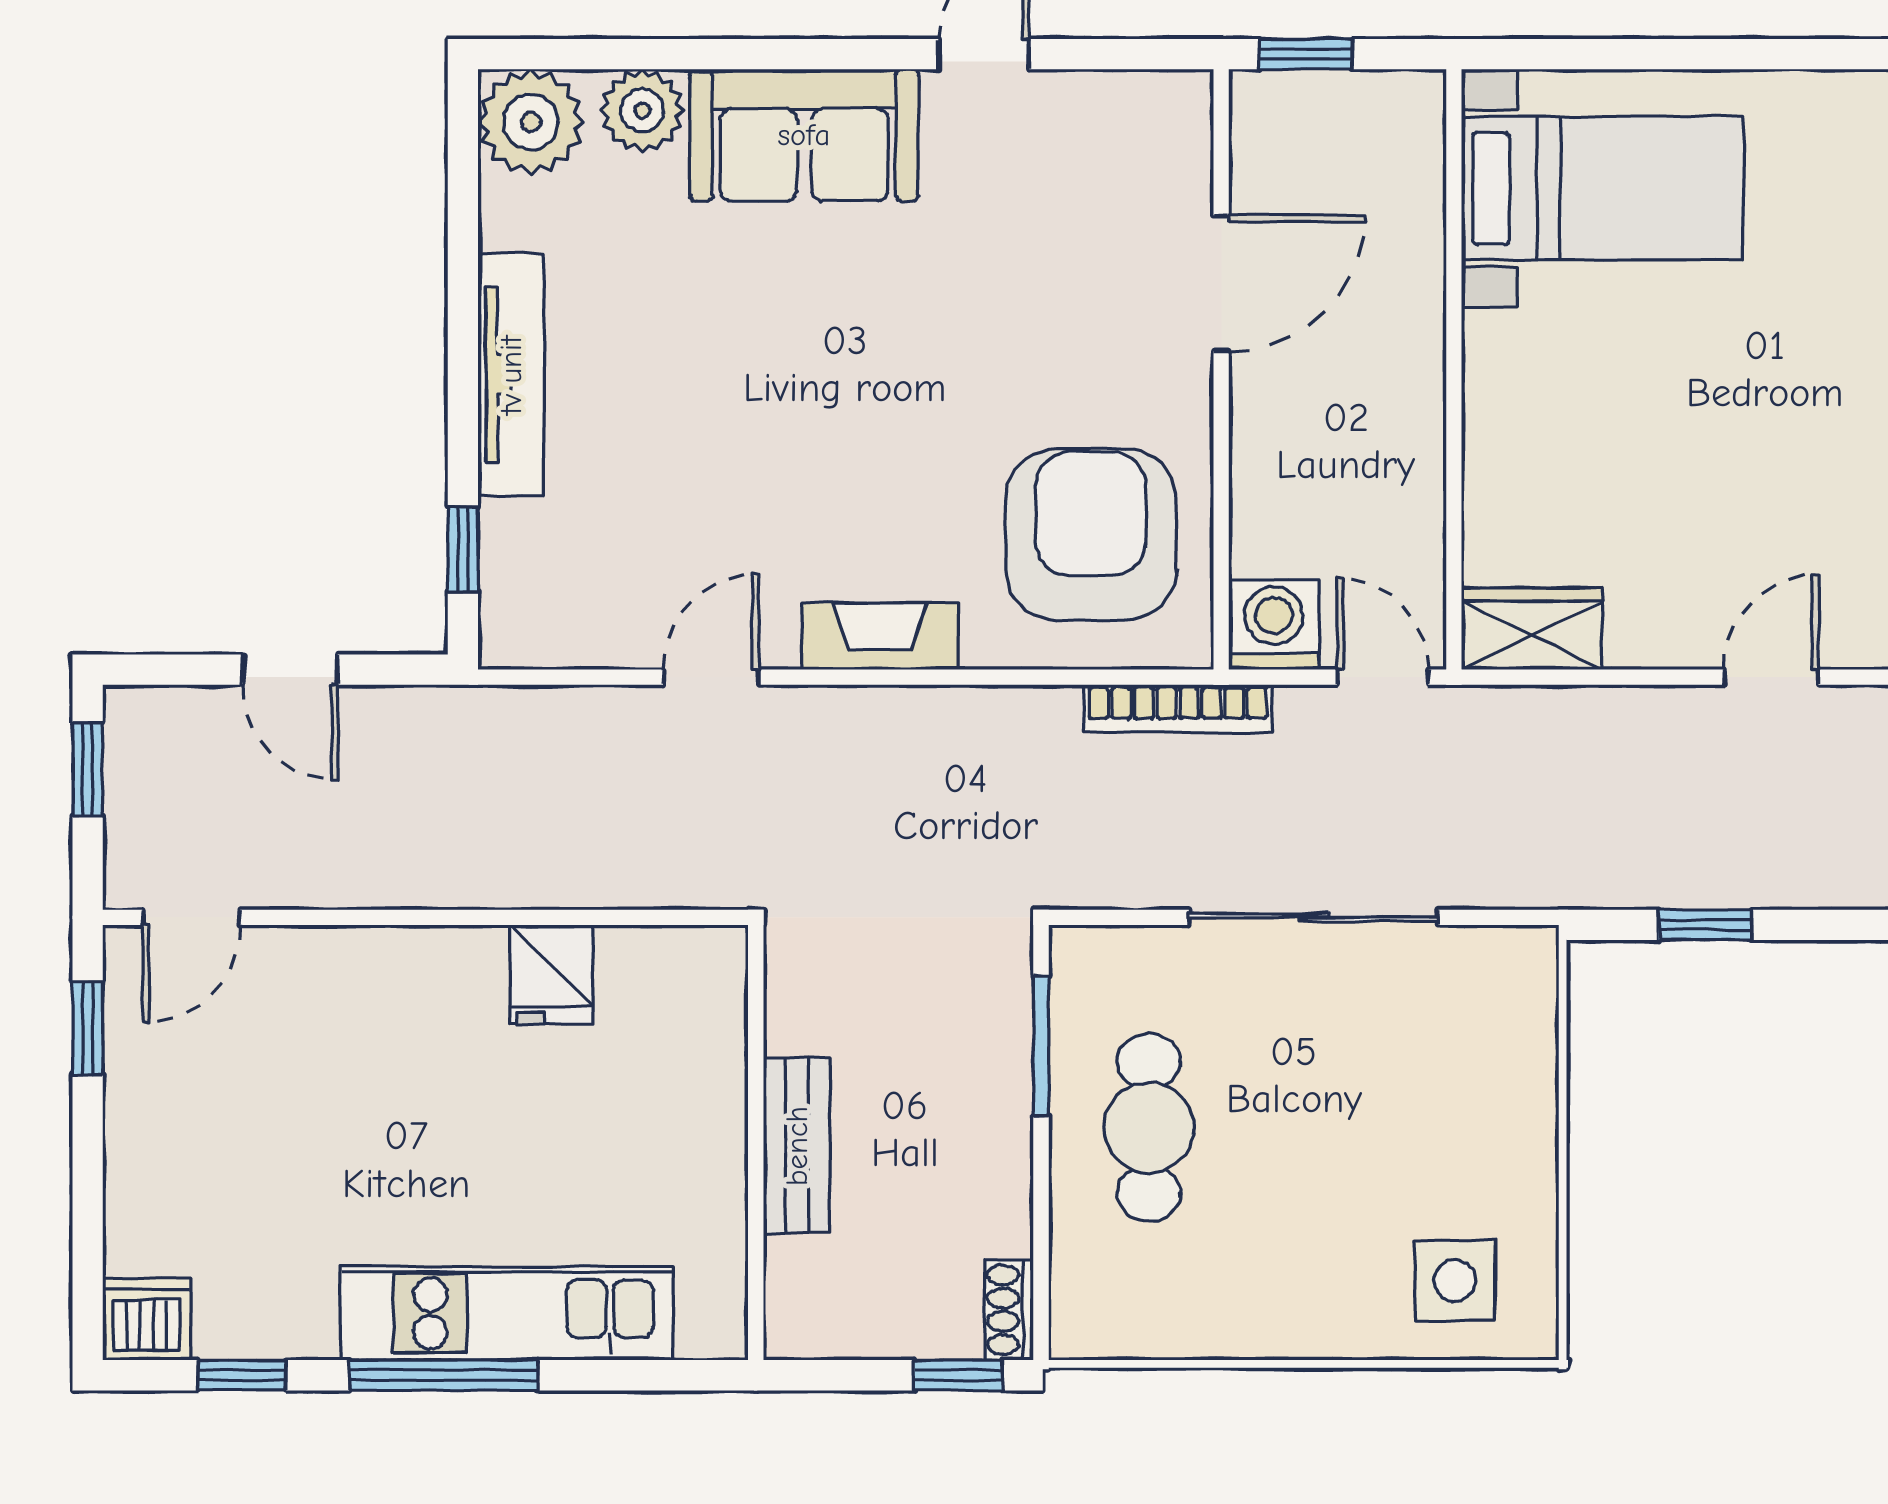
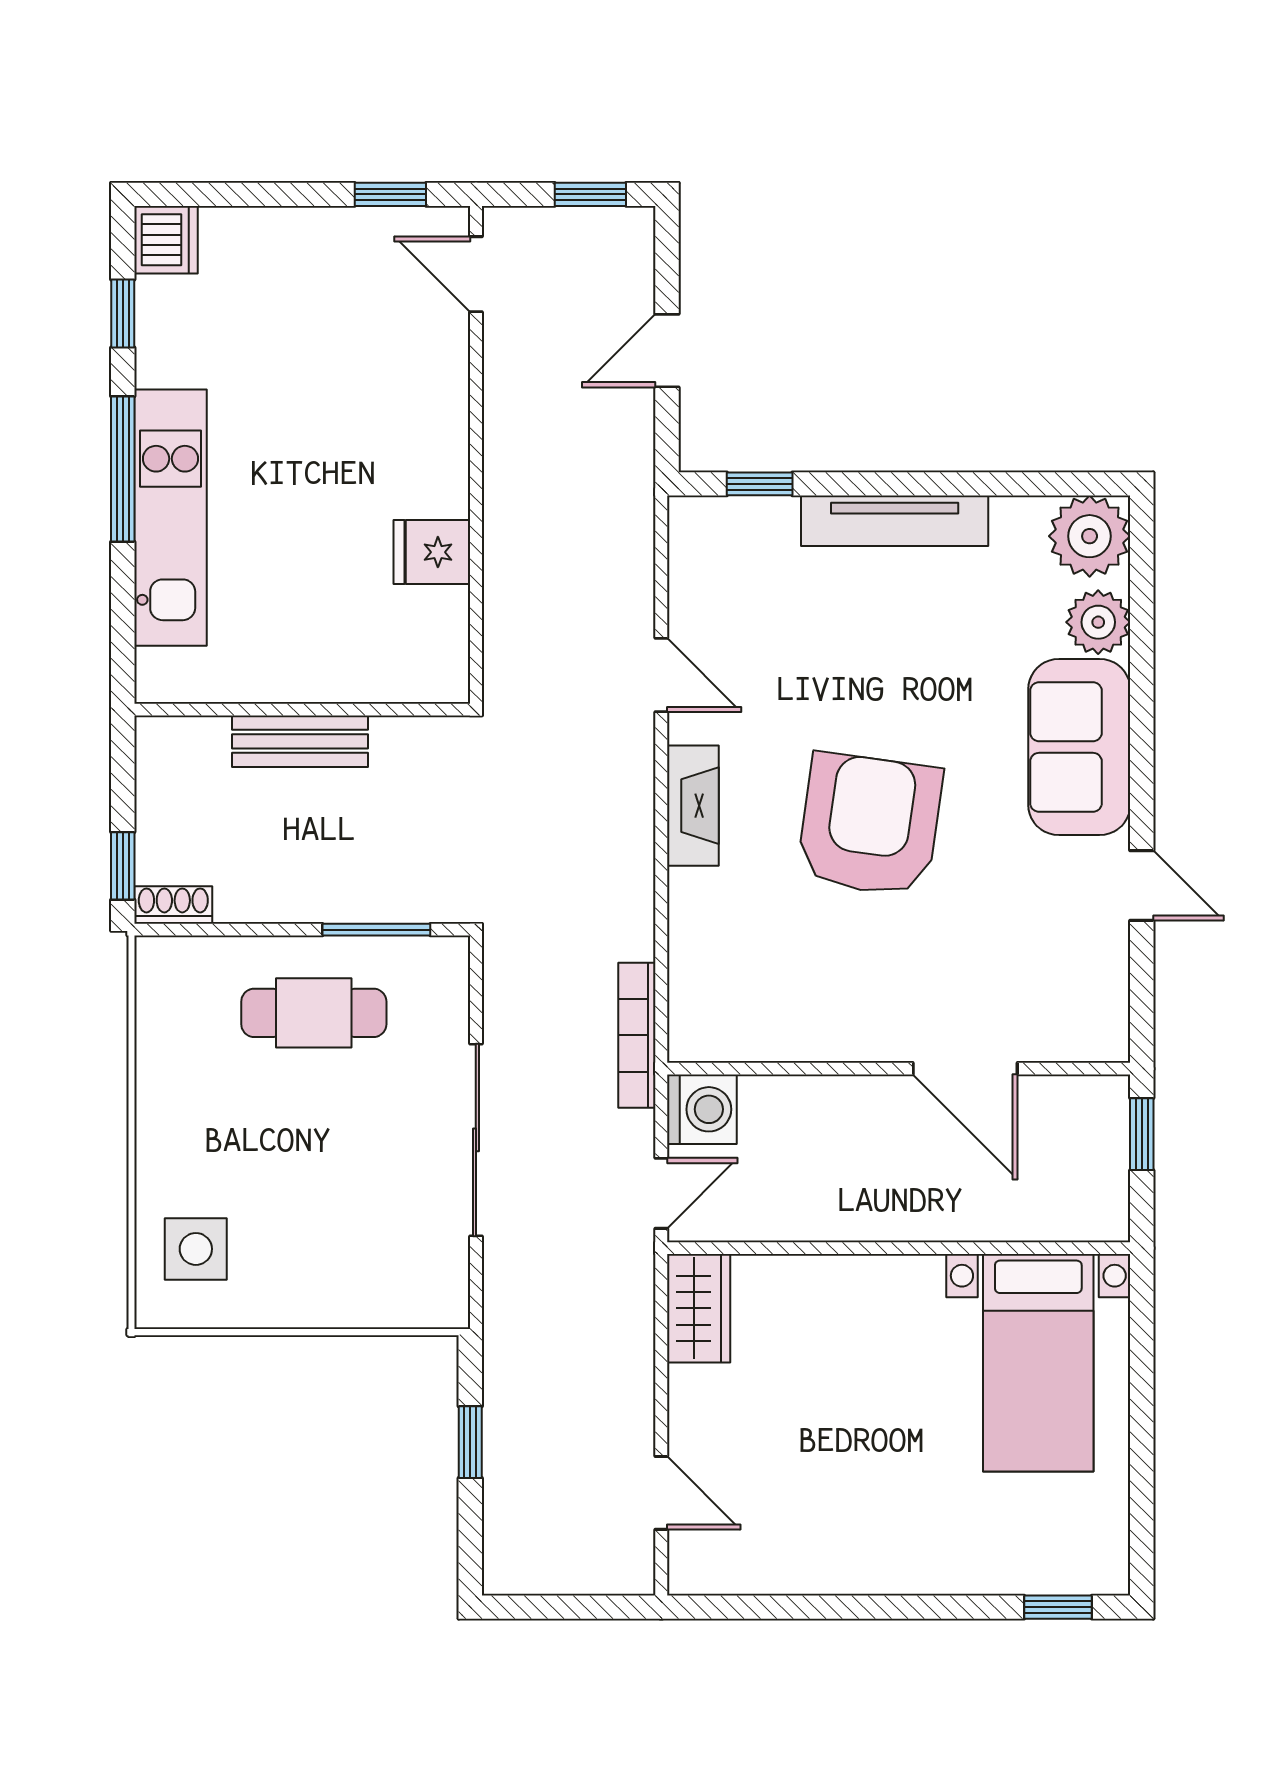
armchair: (1091, 534) -> (870, 825), moved, turned -82

